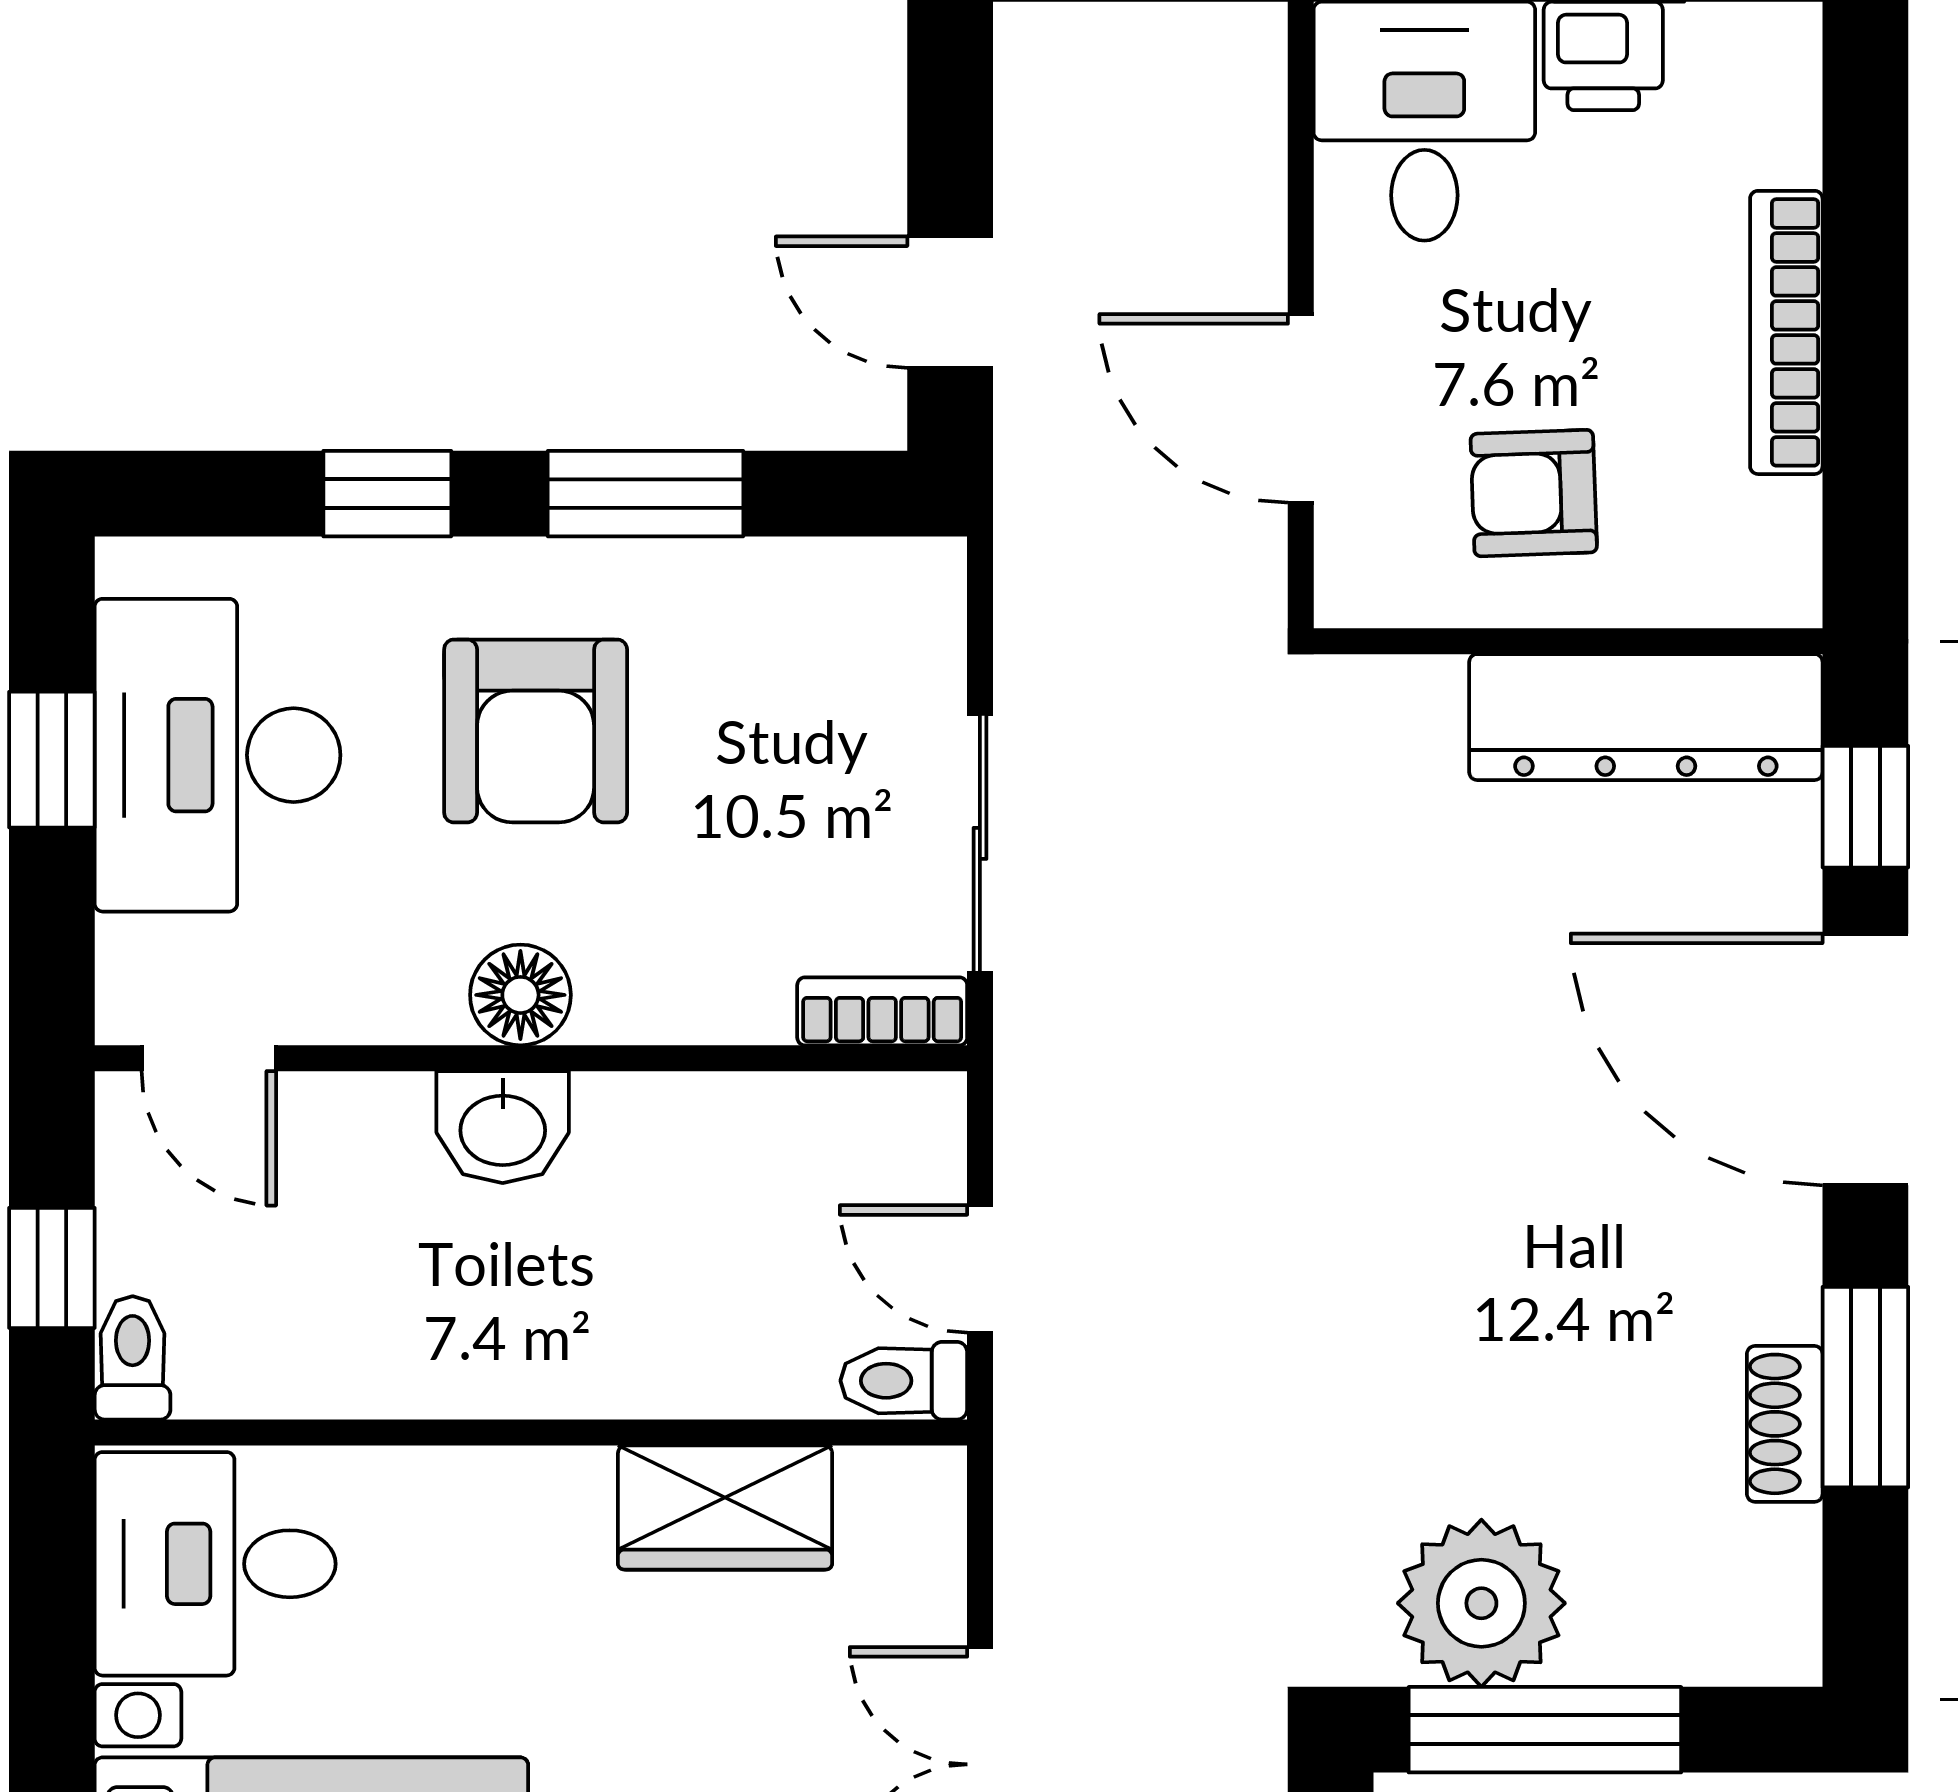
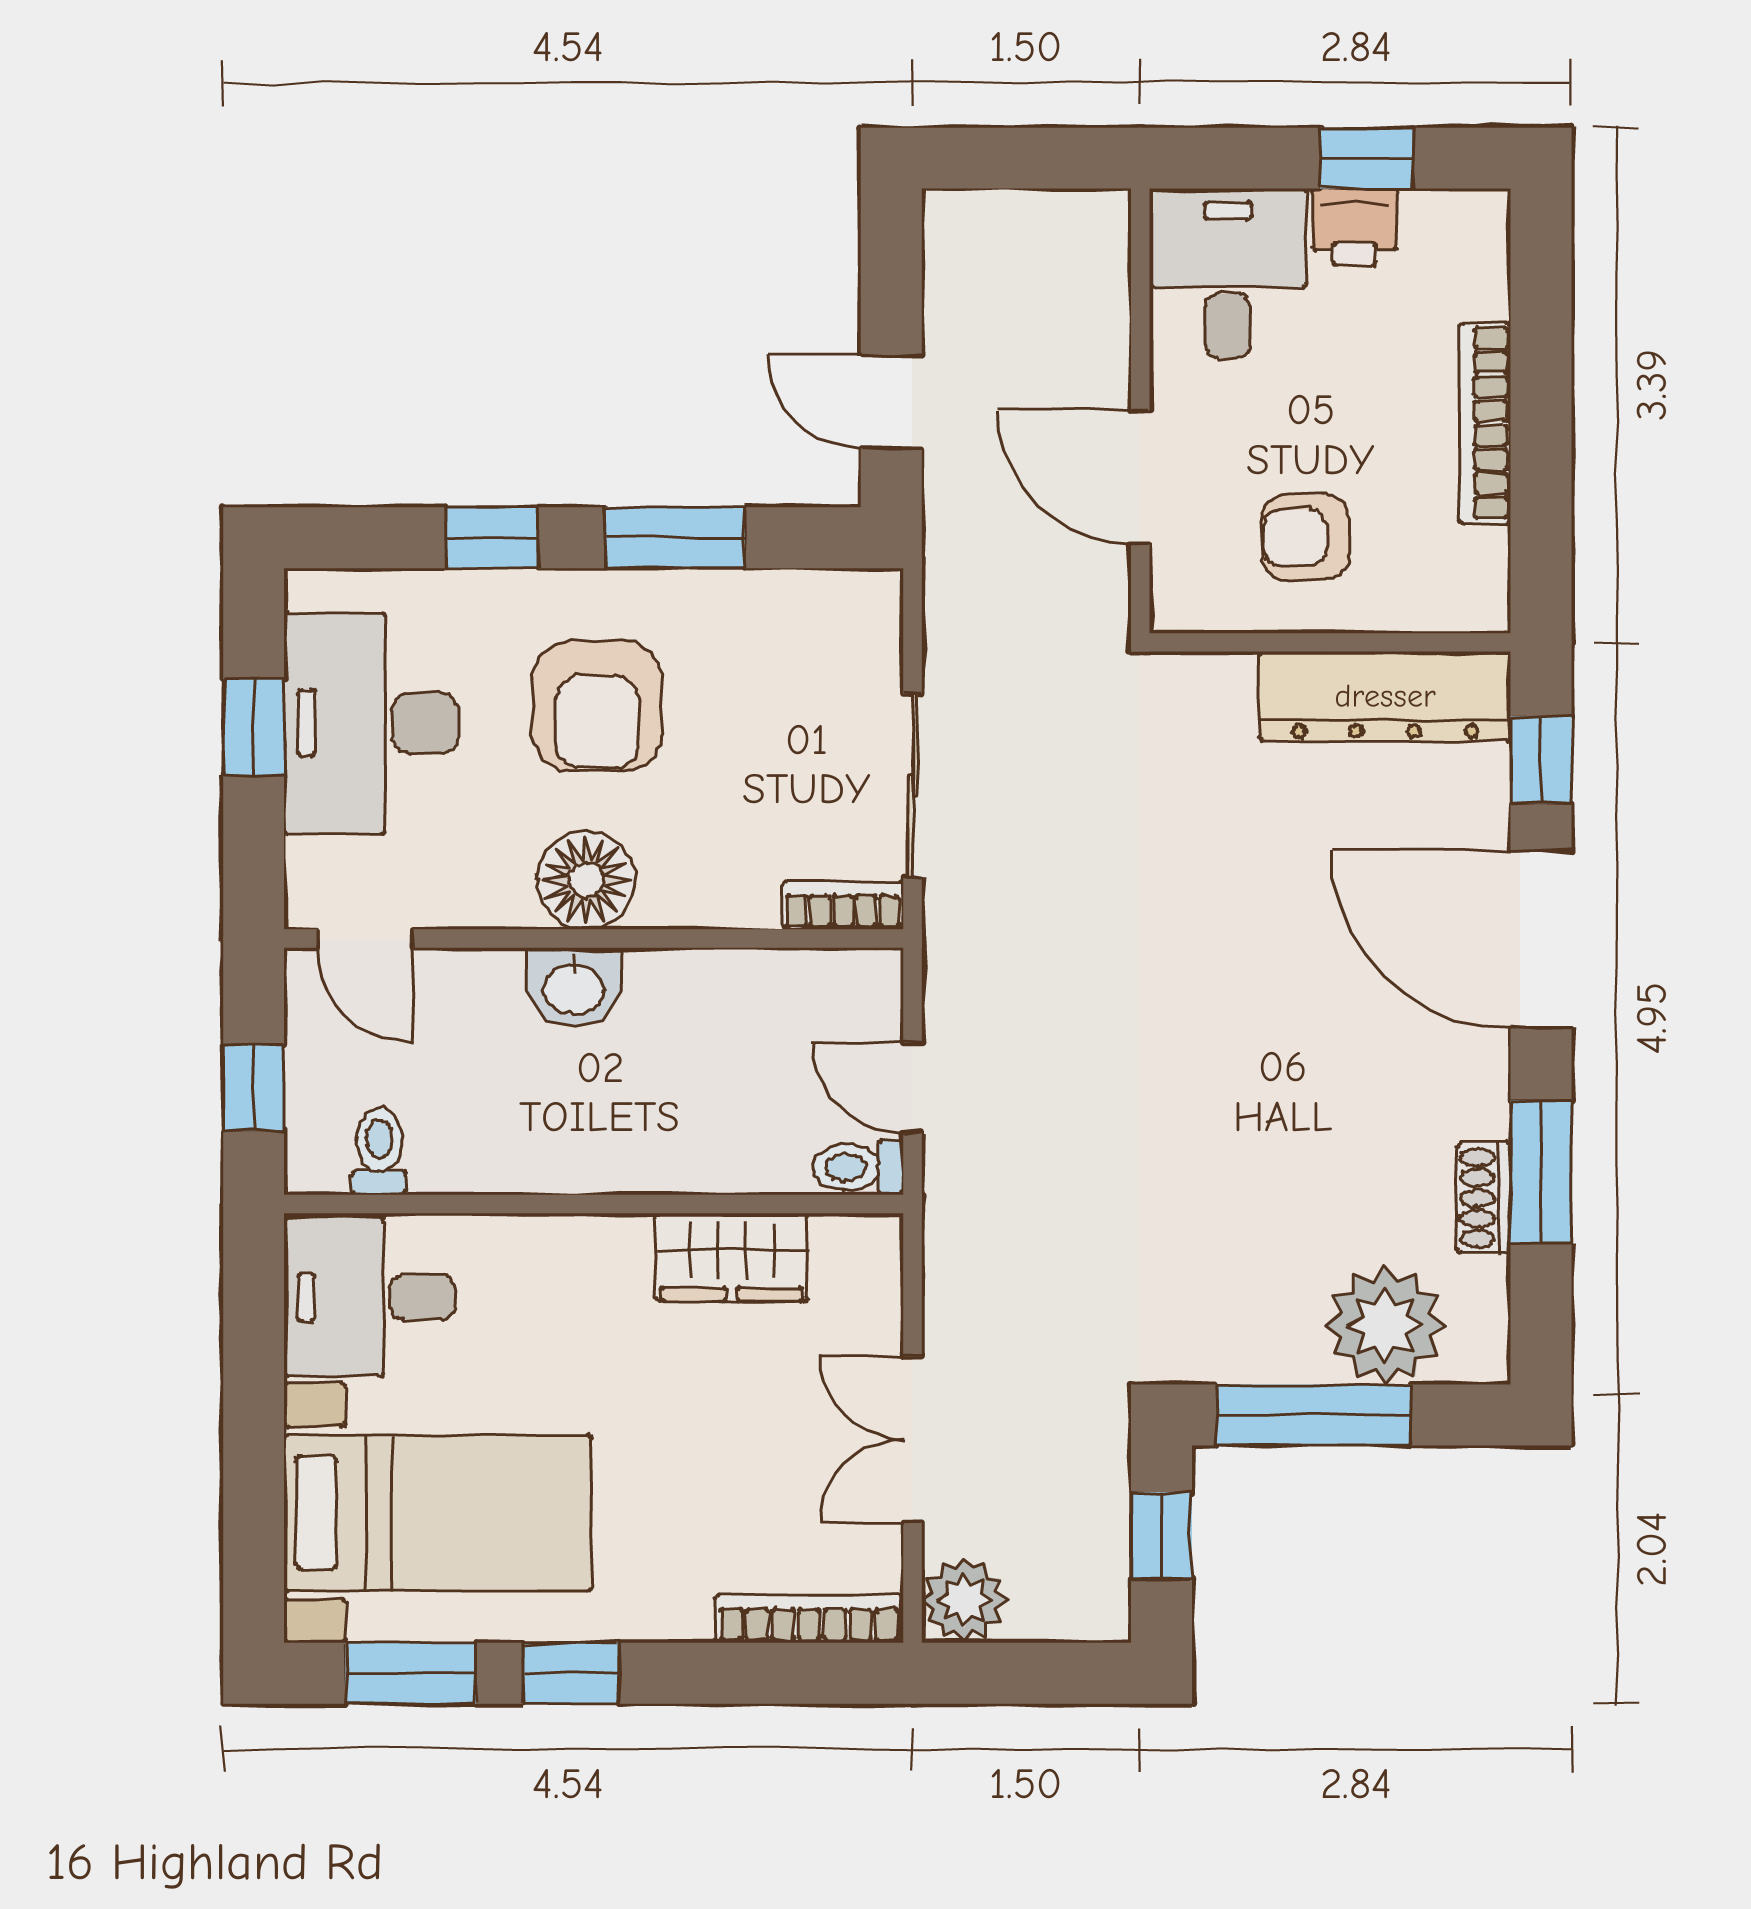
floor lamp: (520, 995) -> (586, 880), width x1.38, depth x1.38
toilet: (133, 1358) -> (379, 1151), moved
plant: (1481, 1603) -> (1385, 1325), moved

